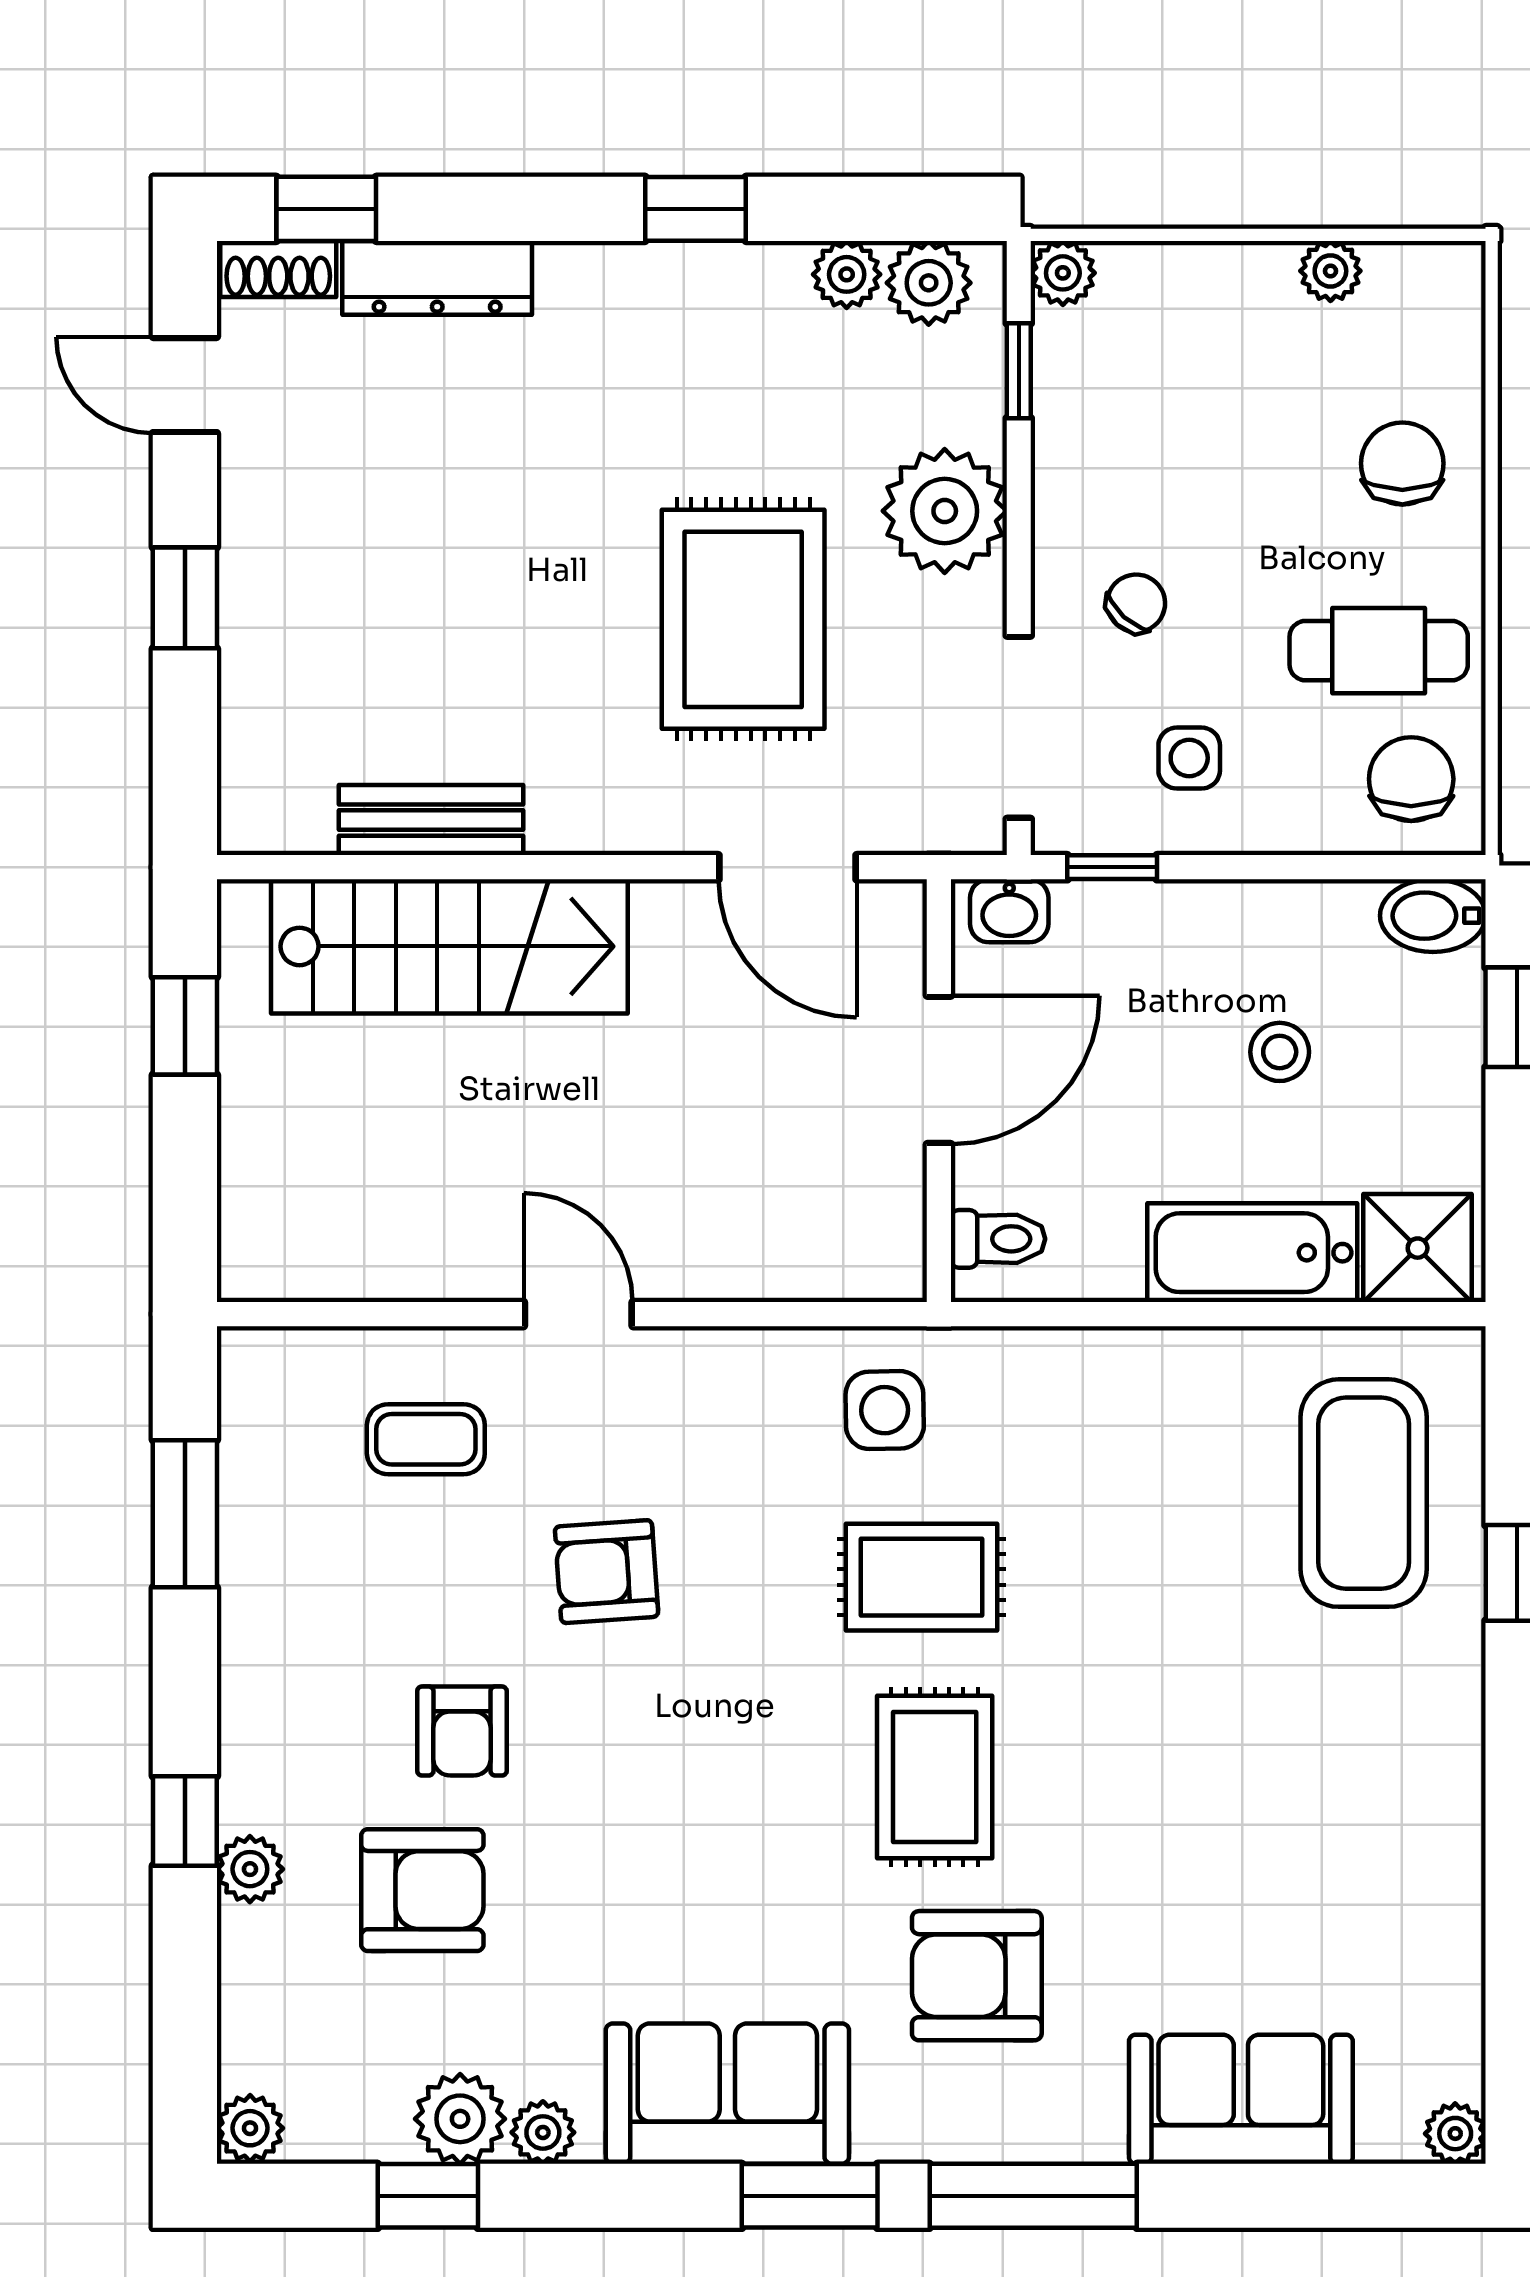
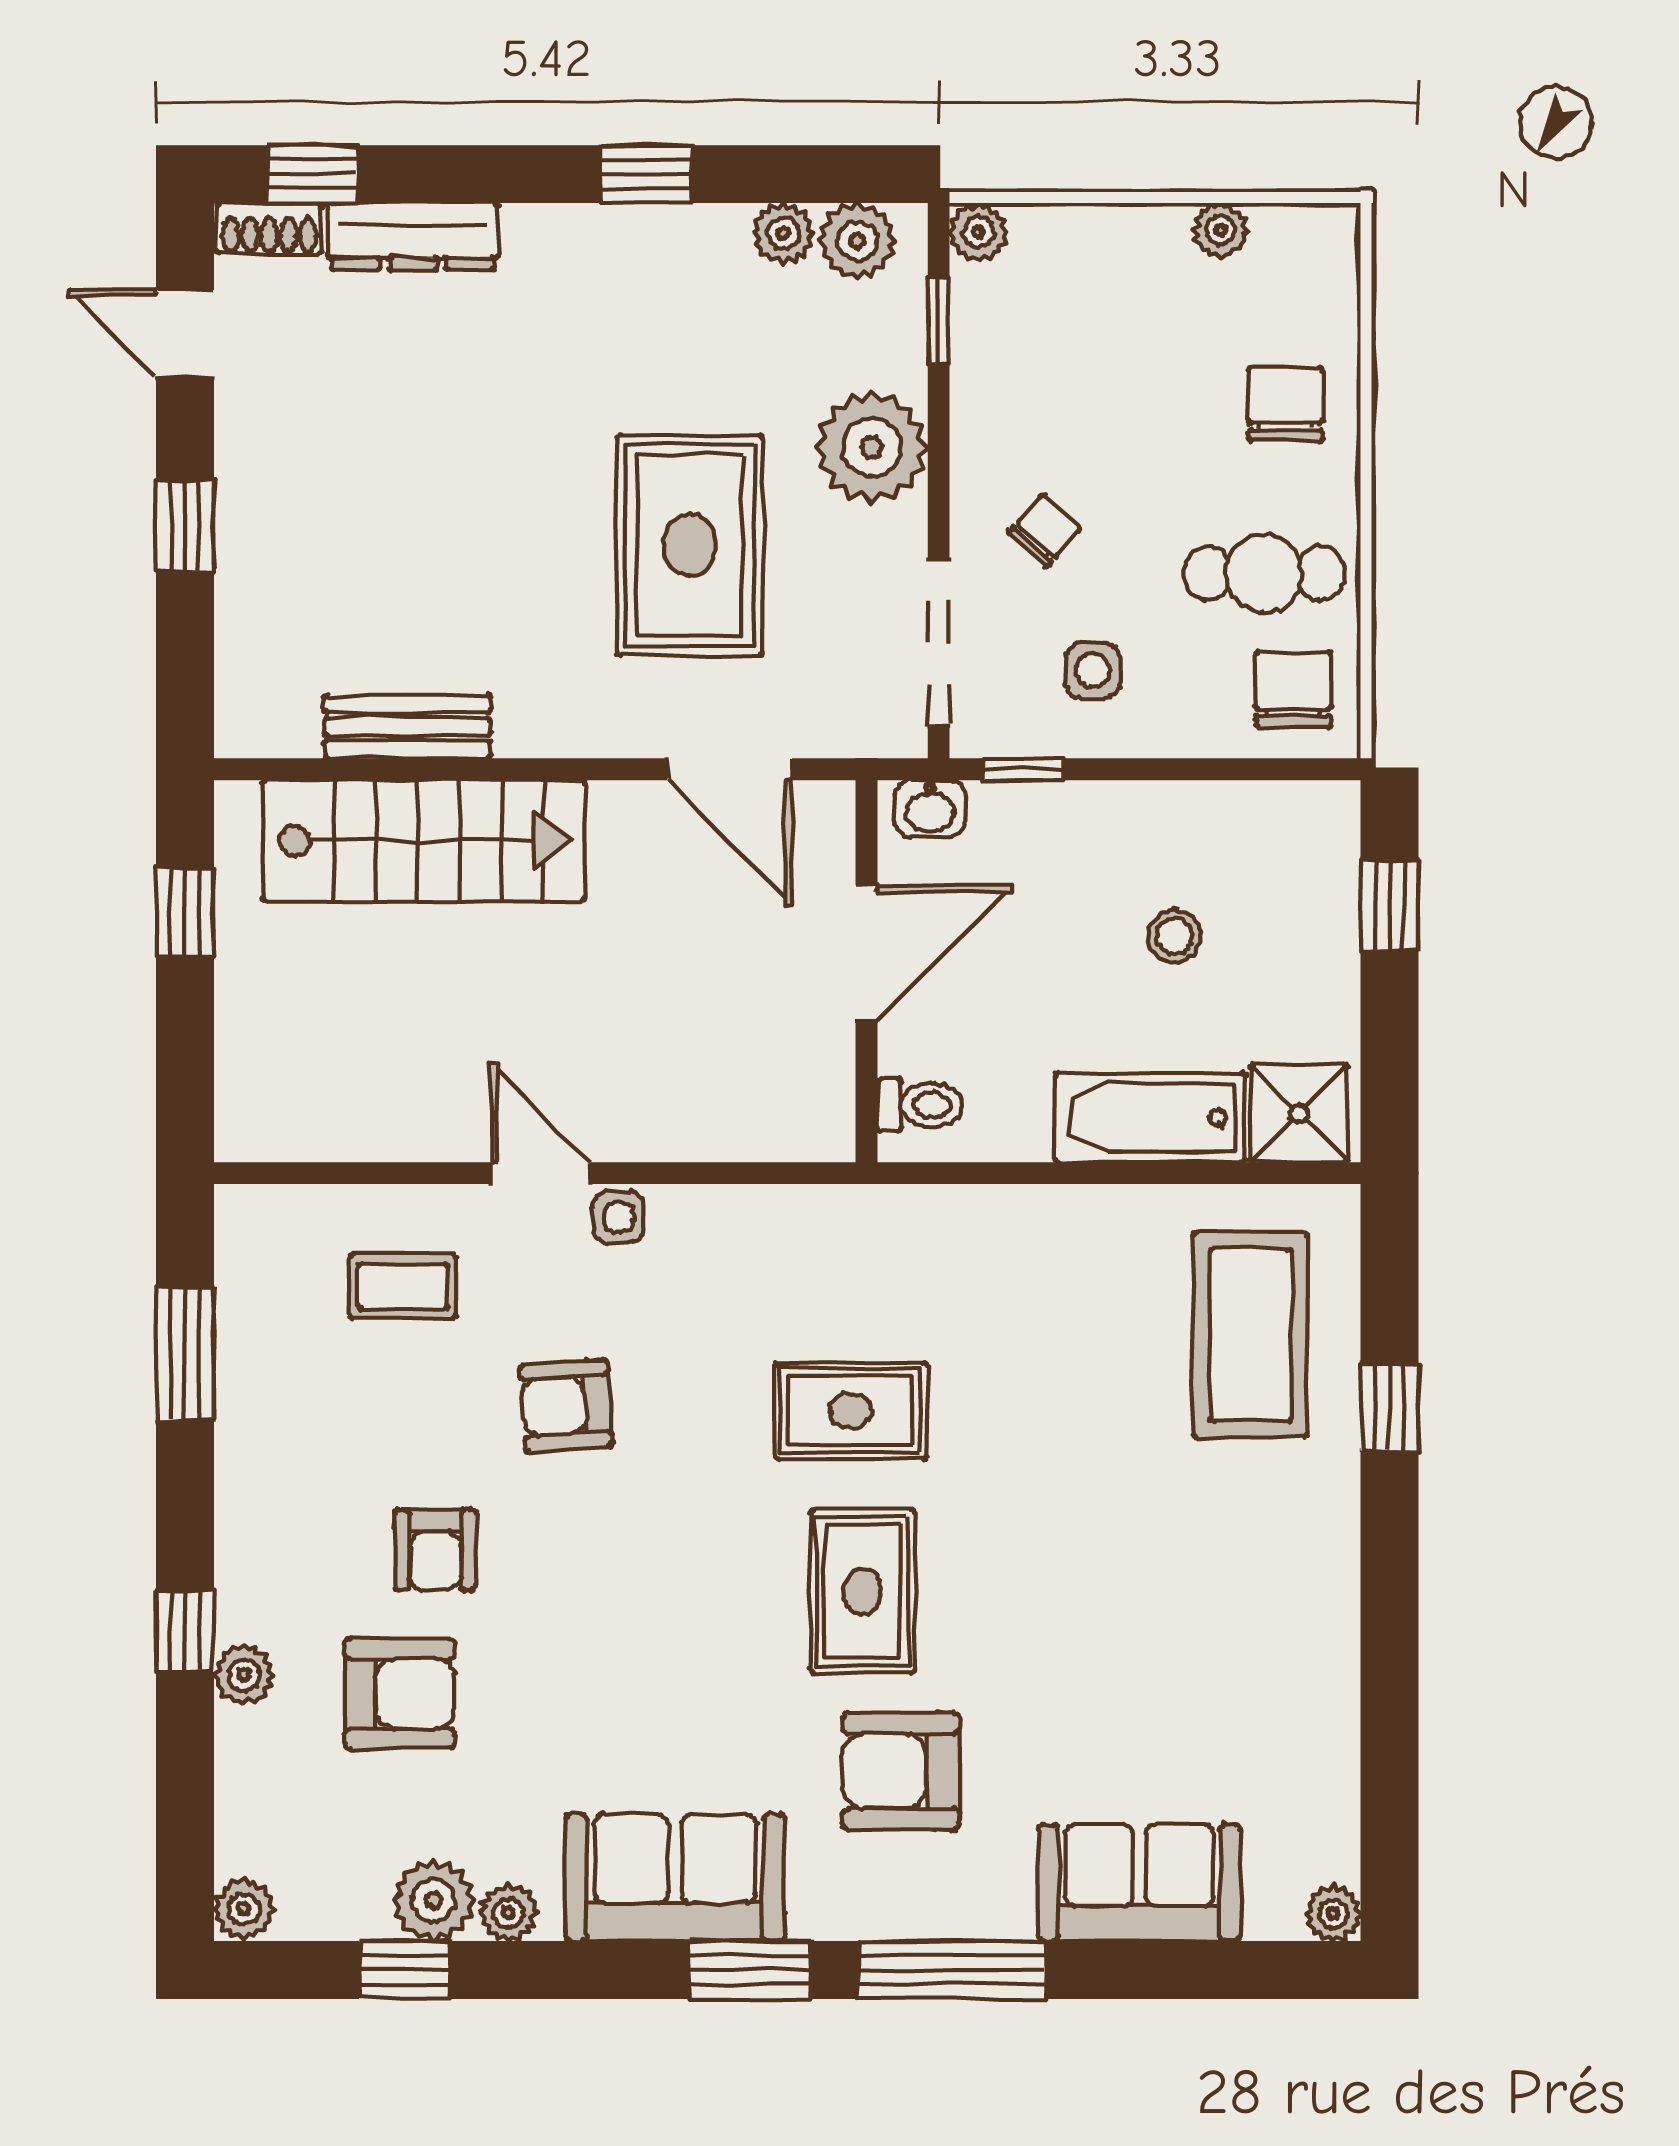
bidet: (1433, 916) -> (1313, 813), removed
side table: (885, 1410) -> (619, 1217), moved, width x0.73, depth x0.73

